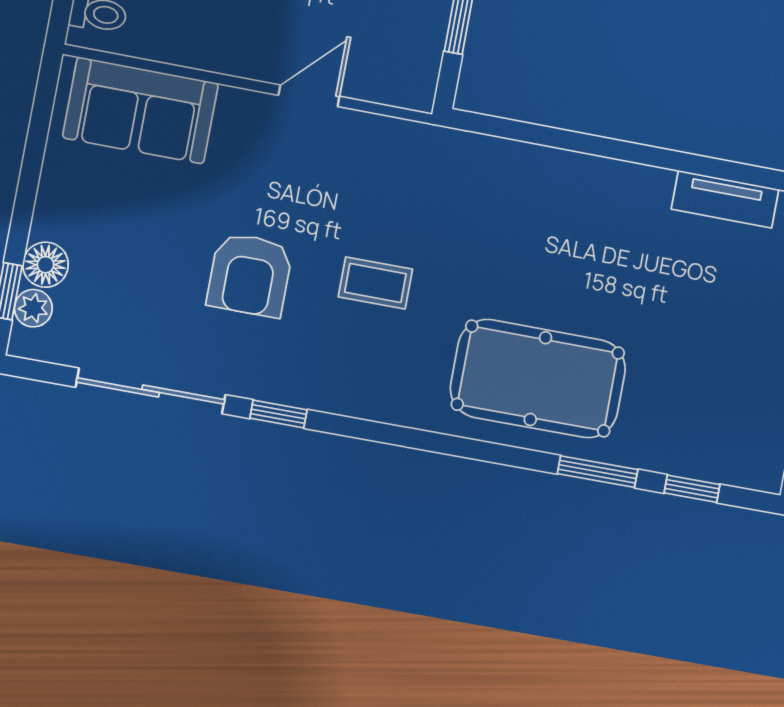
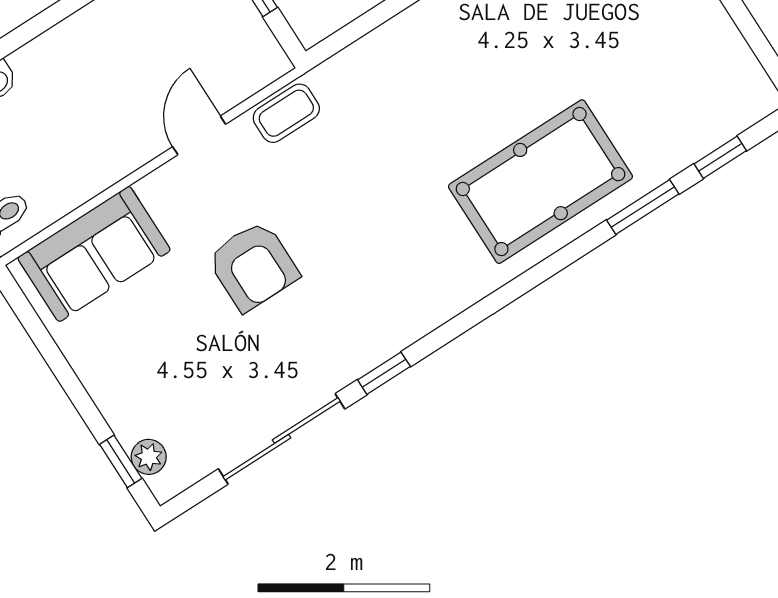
floor lamp: (46, 265) -> (129, 420), removed
armchair: (250, 275) -> (253, 266), moved
coffee table: (375, 283) -> (286, 113), moved

